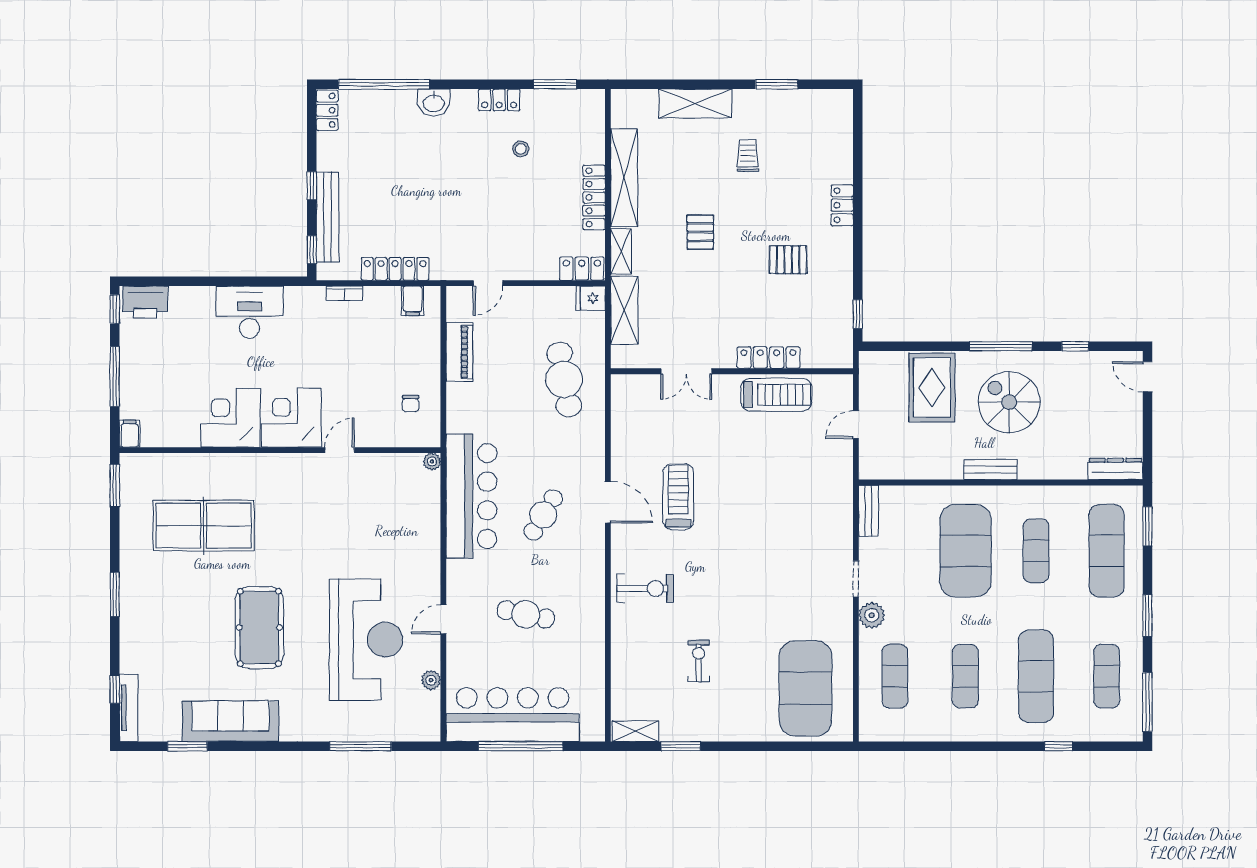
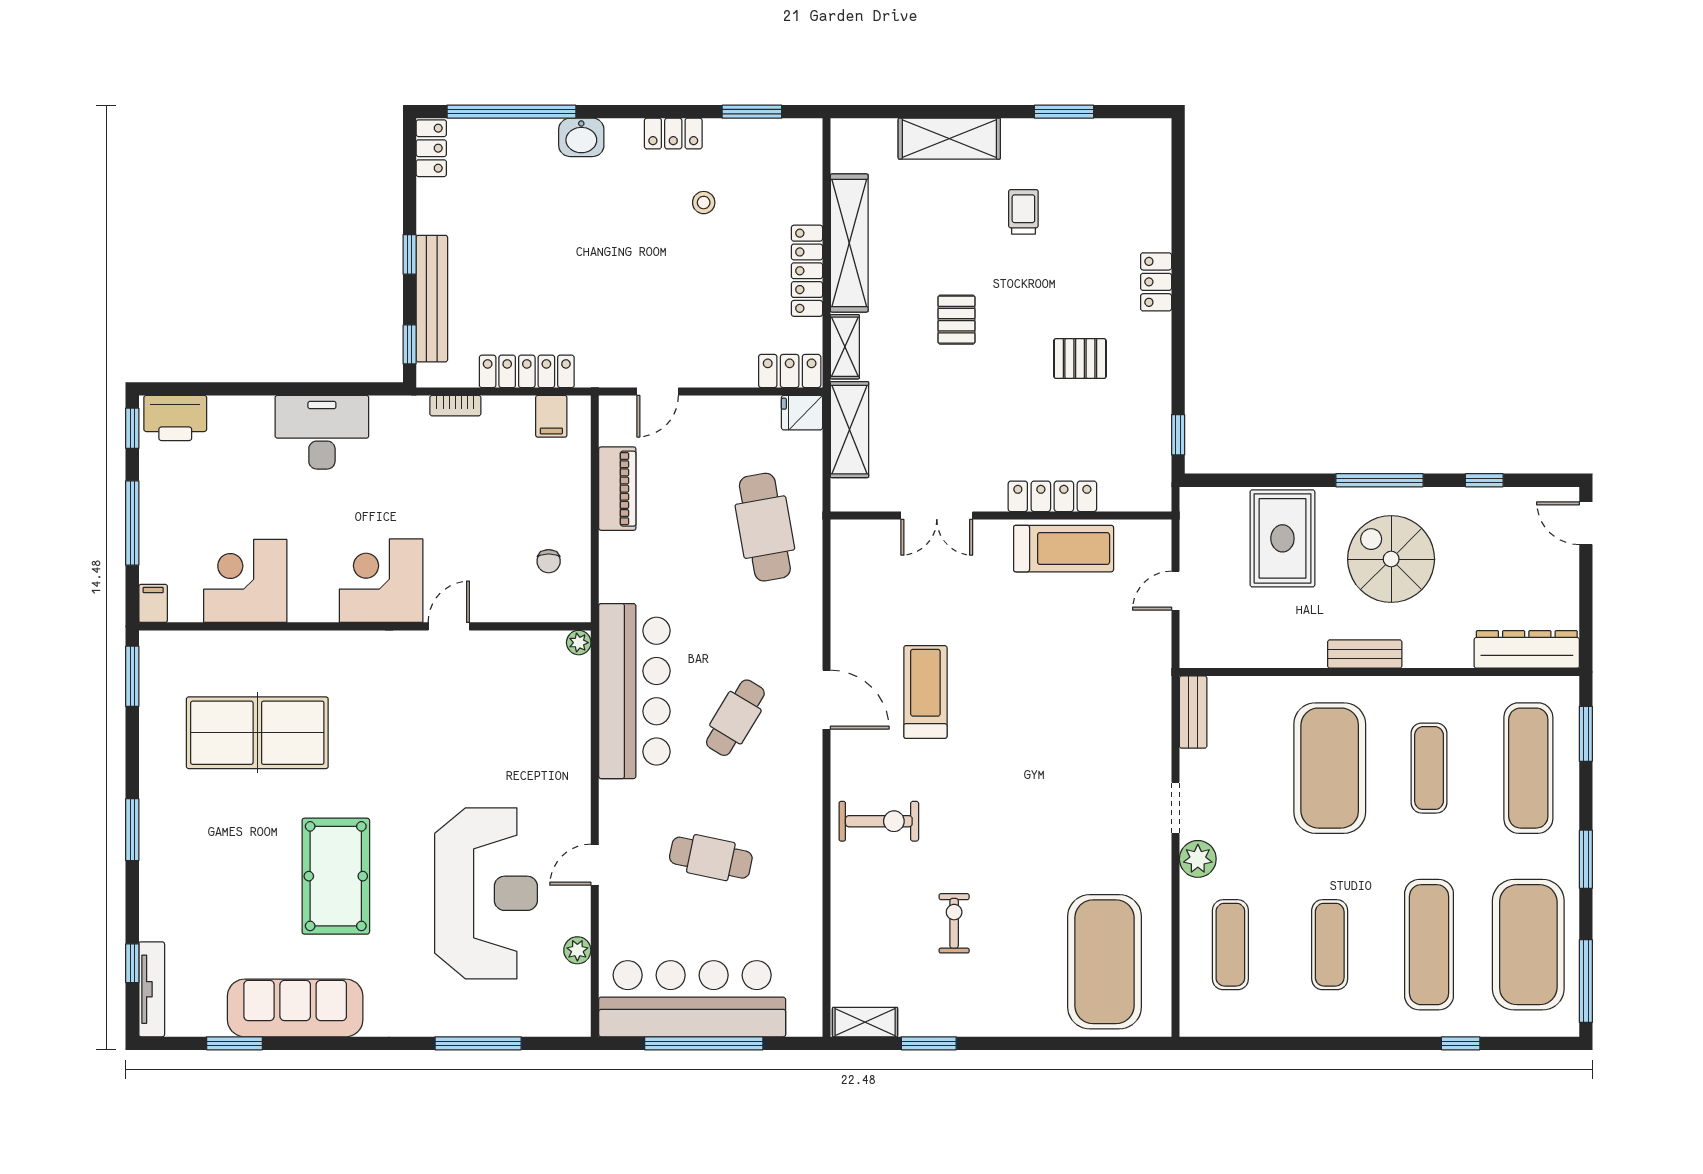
corner desk: (230, 418) -> (245, 581), moved
dresser: (1115, 469) -> (1527, 649), width x1.37, depth x1.24
exercise mat: (1107, 676) -> (1528, 945), width x2.00, depth x1.45

